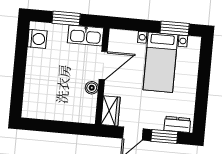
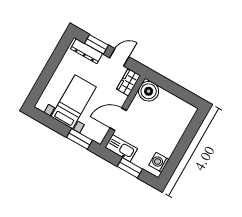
window: (175, 28) -> (80, 139), moved
boiler: (92, 88) -> (149, 91), moved, width x1.86, depth x1.86
dresser: (177, 124) -> (87, 51), width x1.44

